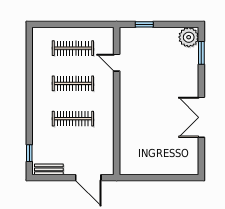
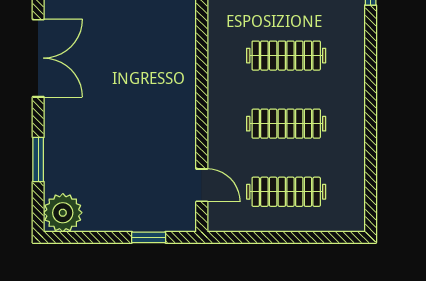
window: (201, 53) -> (38, 160), moved
door: (117, 63) -> (202, 185), moved

